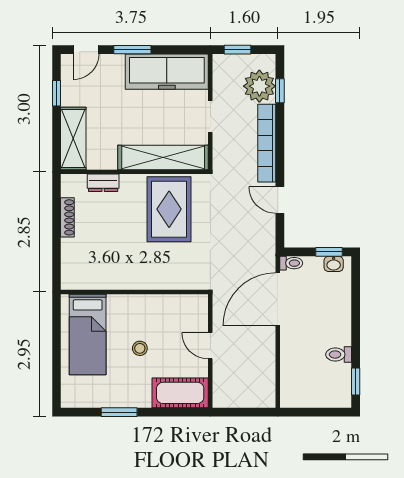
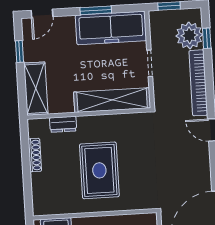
window: (132, 50) -> (96, 10), moved
rug: (169, 209) -> (99, 170), moved

